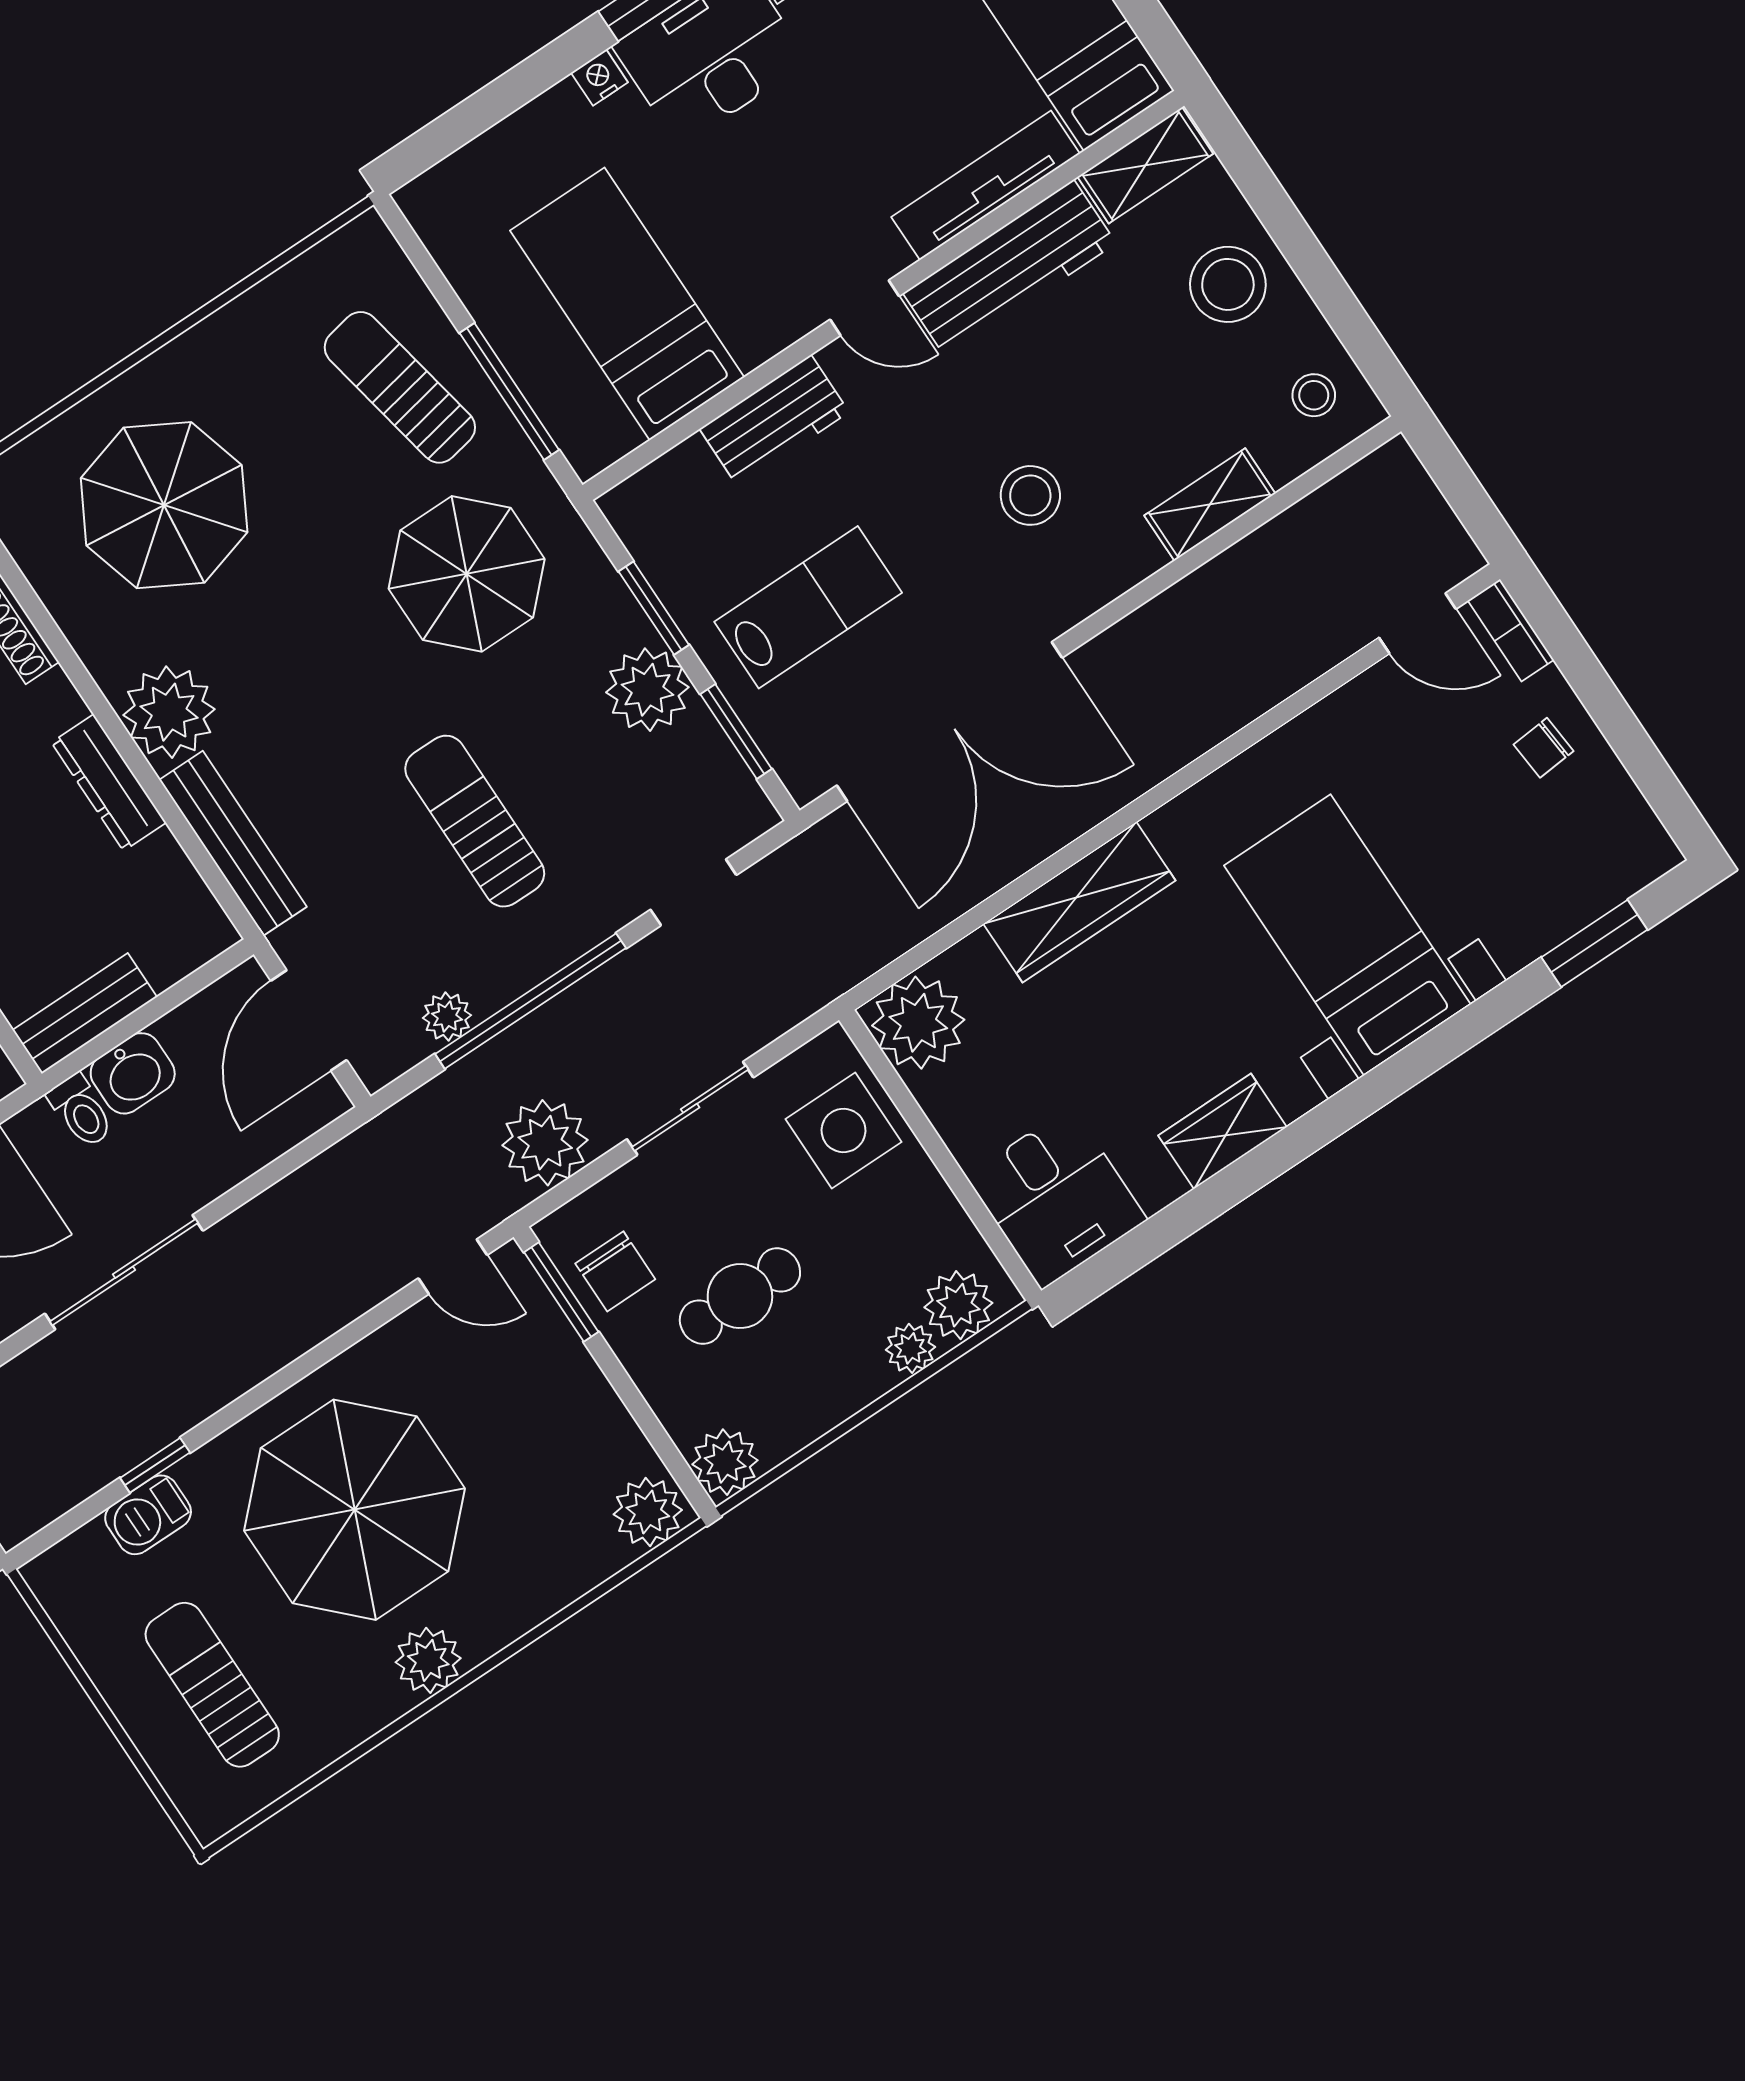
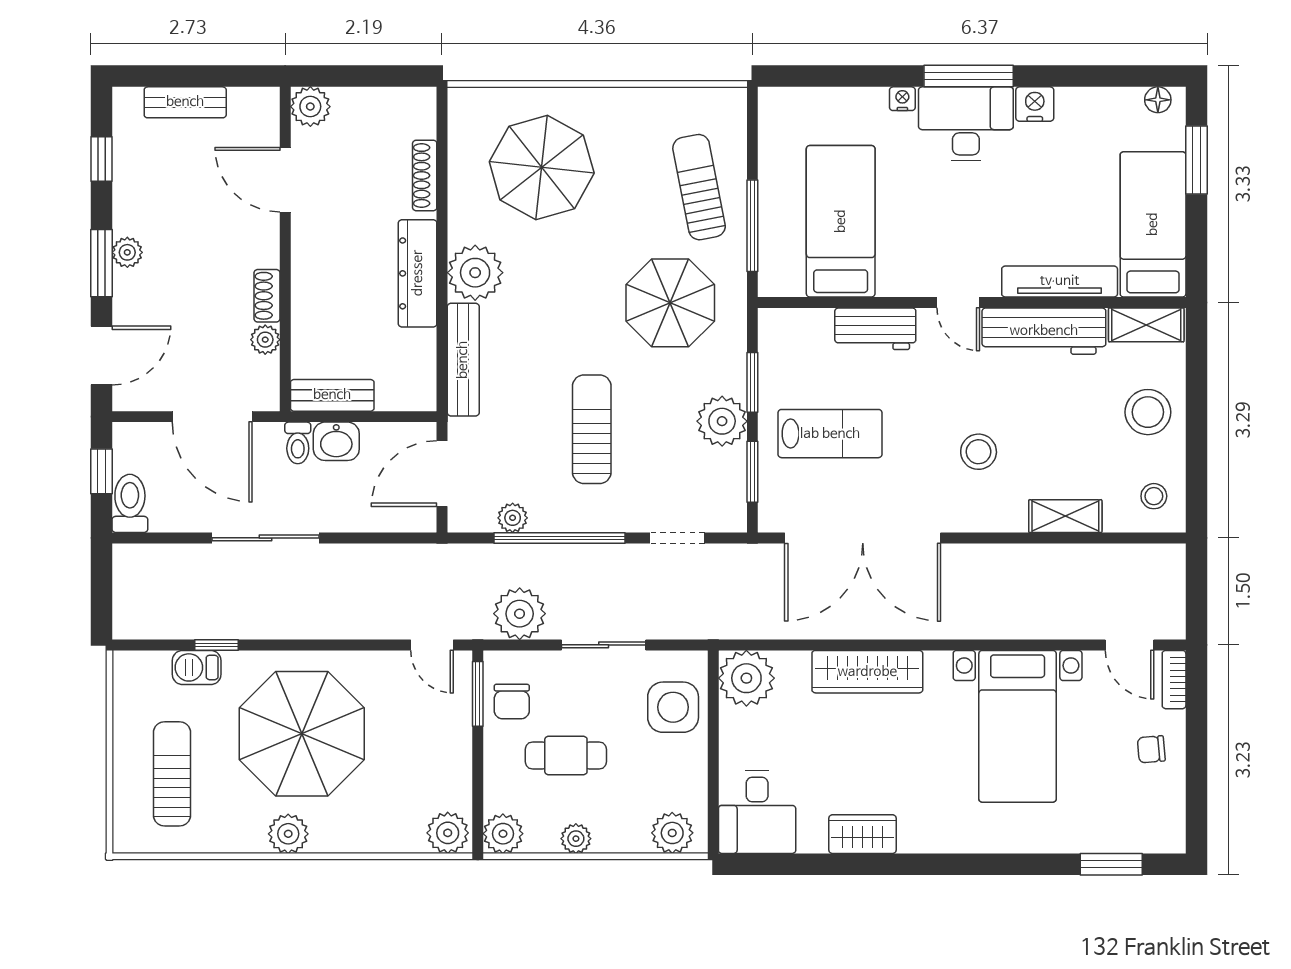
dresser: (109, 783) -> (418, 273), width x1.37, depth x1.24
bed with nightstands: (1347, 935) -> (1018, 726), moved, turned 180
plant: (910, 1348) -> (576, 839), moved

